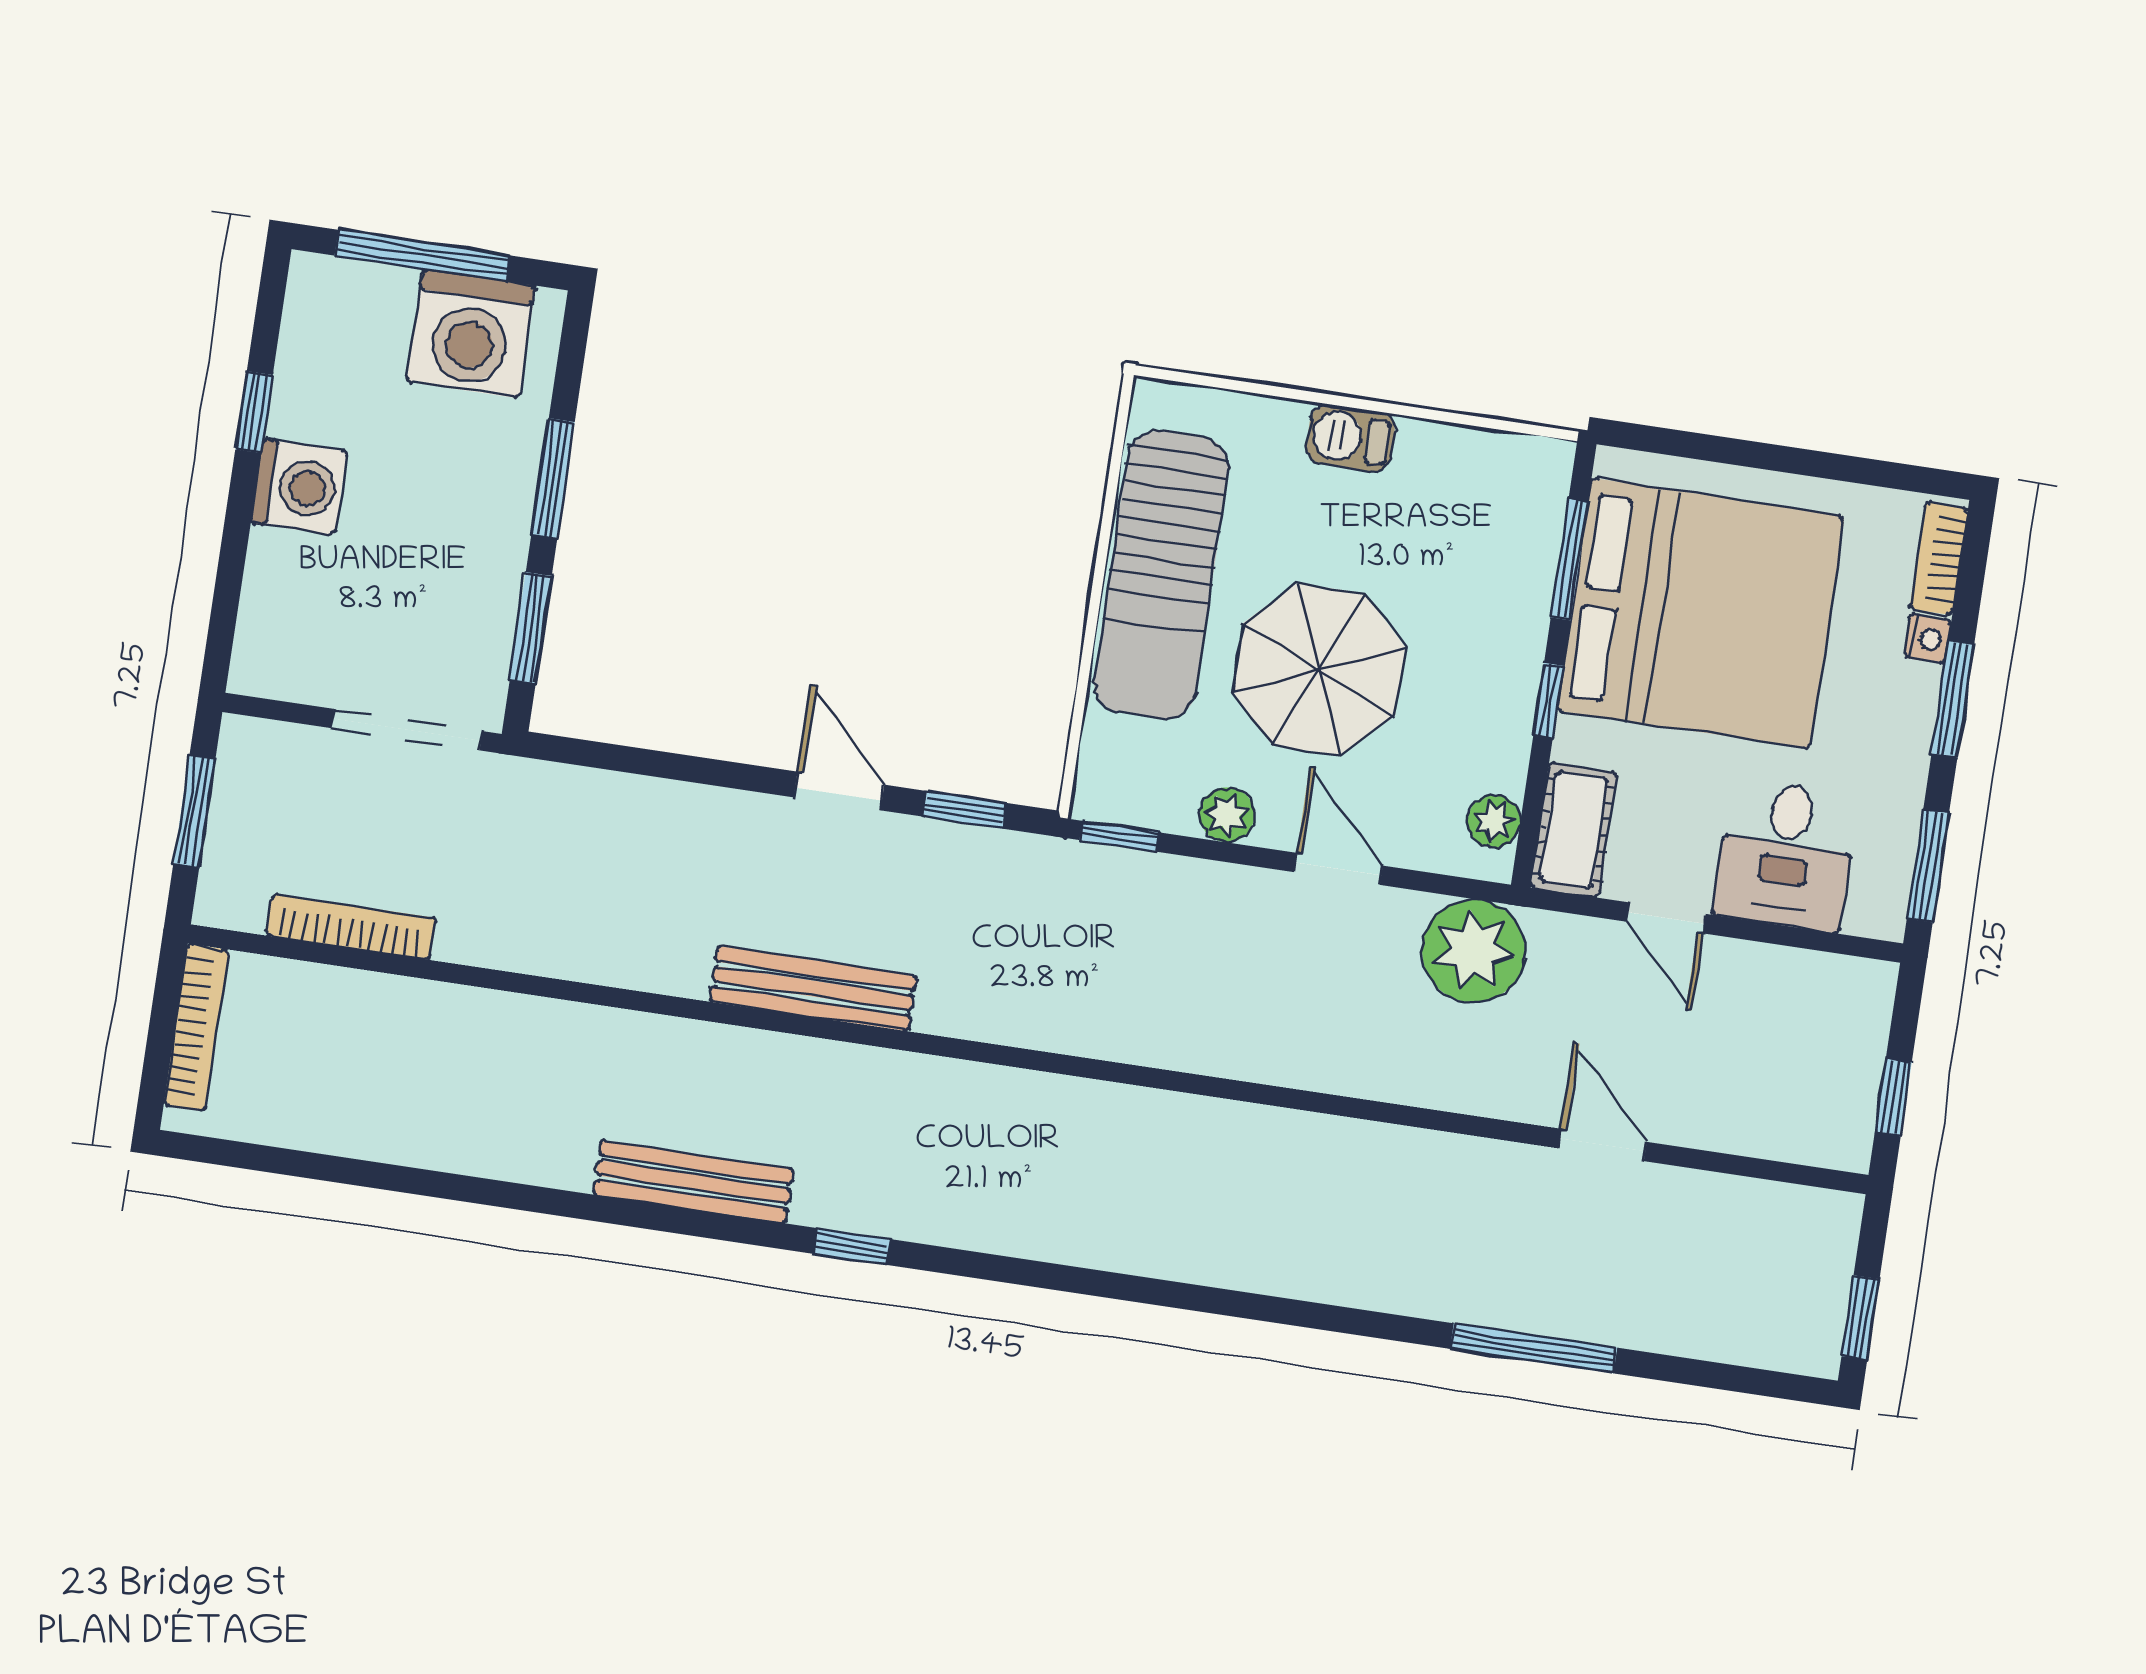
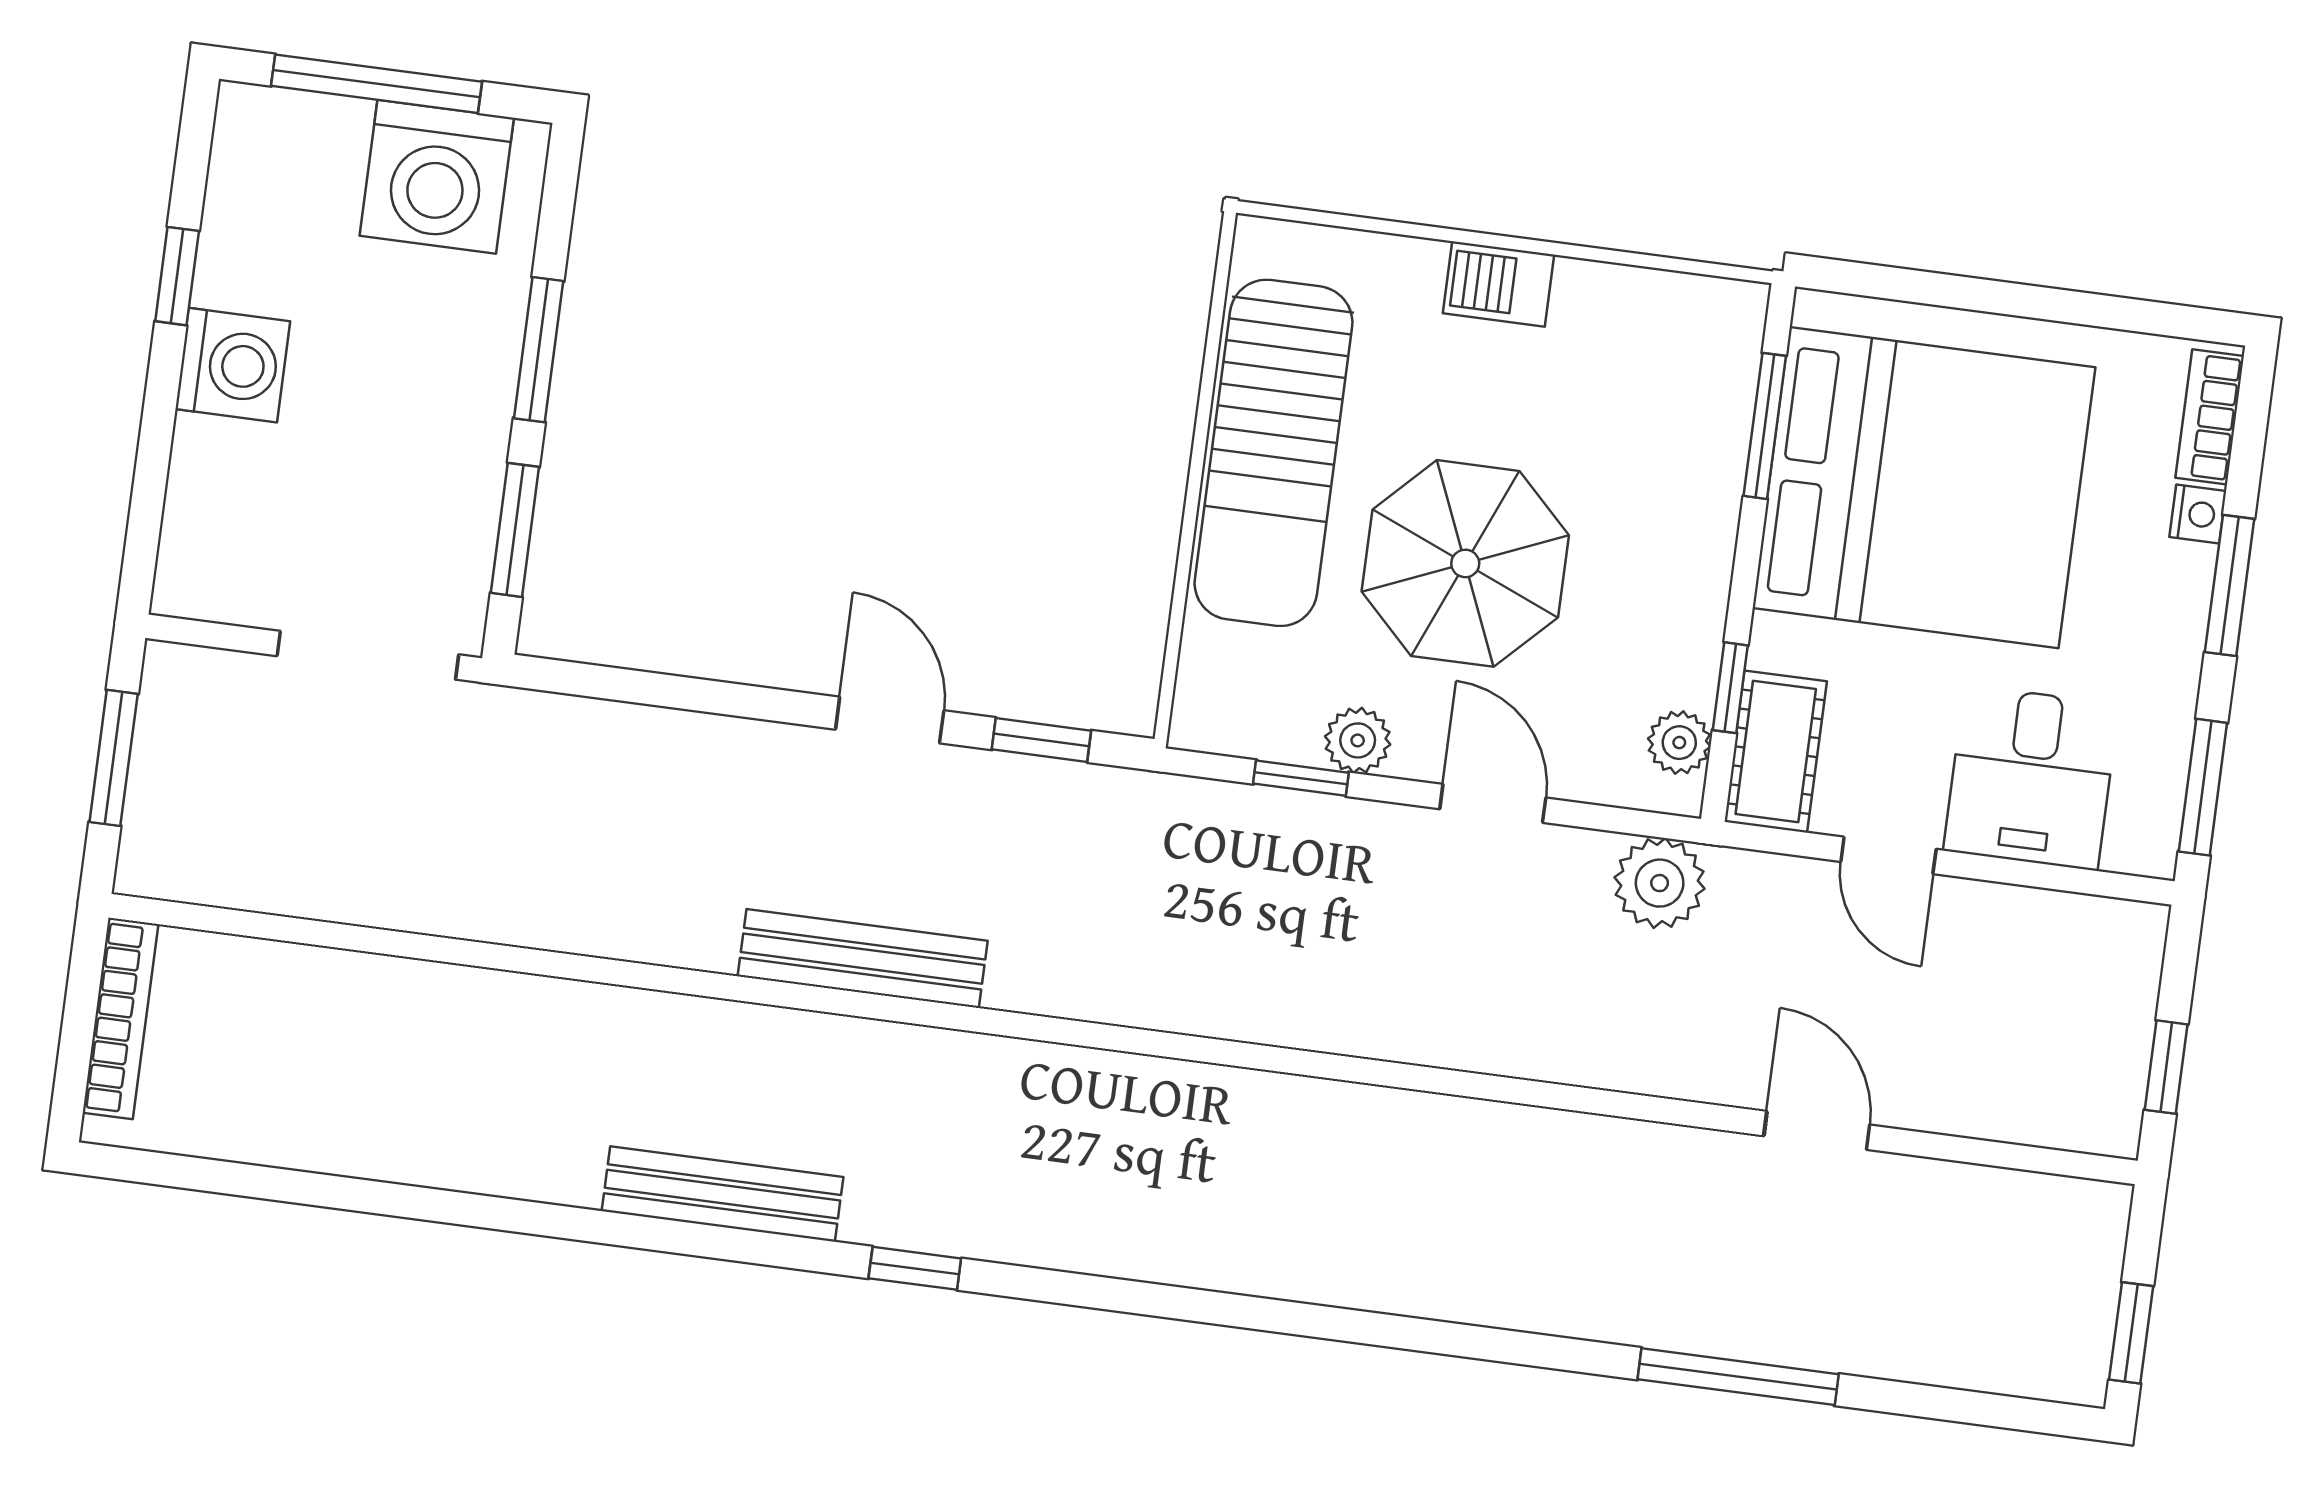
window: (1548, 701) -> (1730, 688), moved
window: (1119, 836) -> (1301, 778), moved
bookcase: (351, 927) -> (305, 894), removed
plant: (1474, 951) -> (1660, 883), width x0.73, depth x0.73

